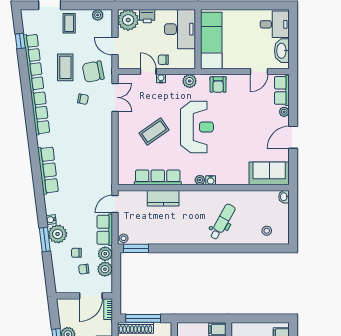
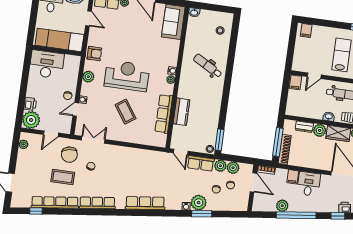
coffee table: (69, 23) -> (27, 169), removed
desk: (180, 29) -> (47, 64), moved
wall: (198, 39) -> (57, 51), moved
exam couch: (211, 40) -> (59, 40), moved

